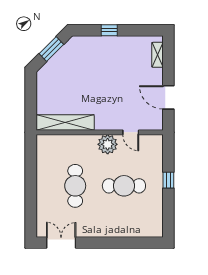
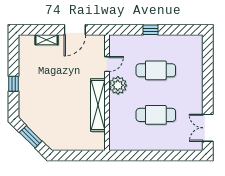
shelving: (157, 55) -> (47, 40), moved
shelving: (65, 122) -> (98, 105), moved
cafe table: (124, 186) -> (156, 70), turned 90

